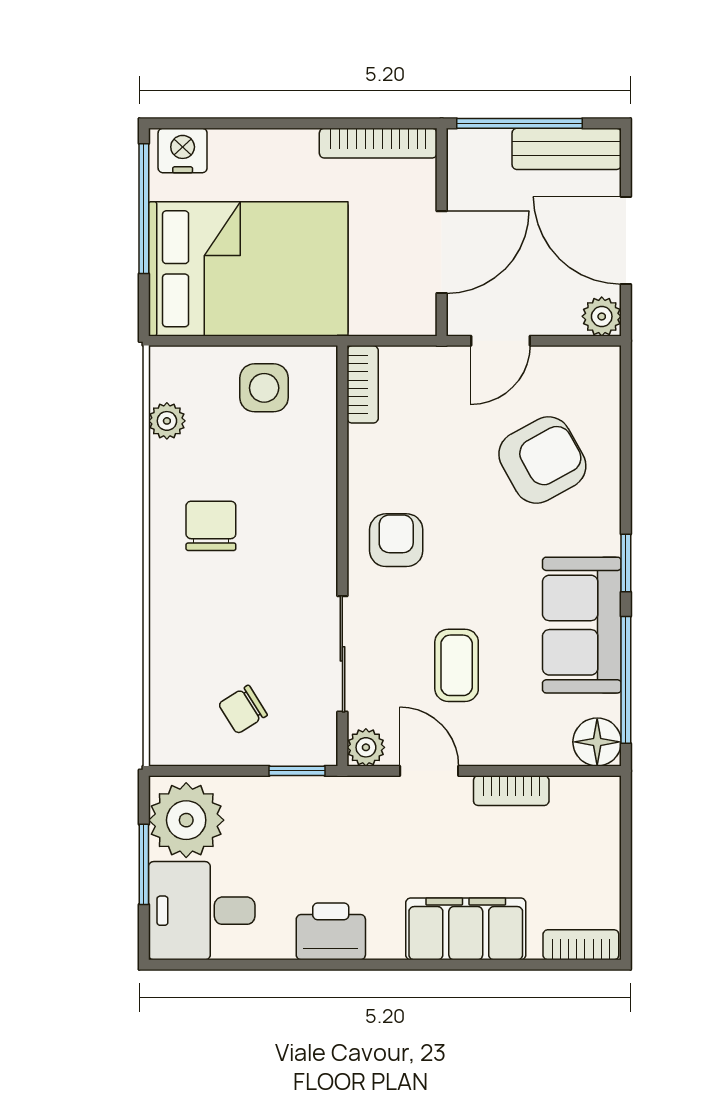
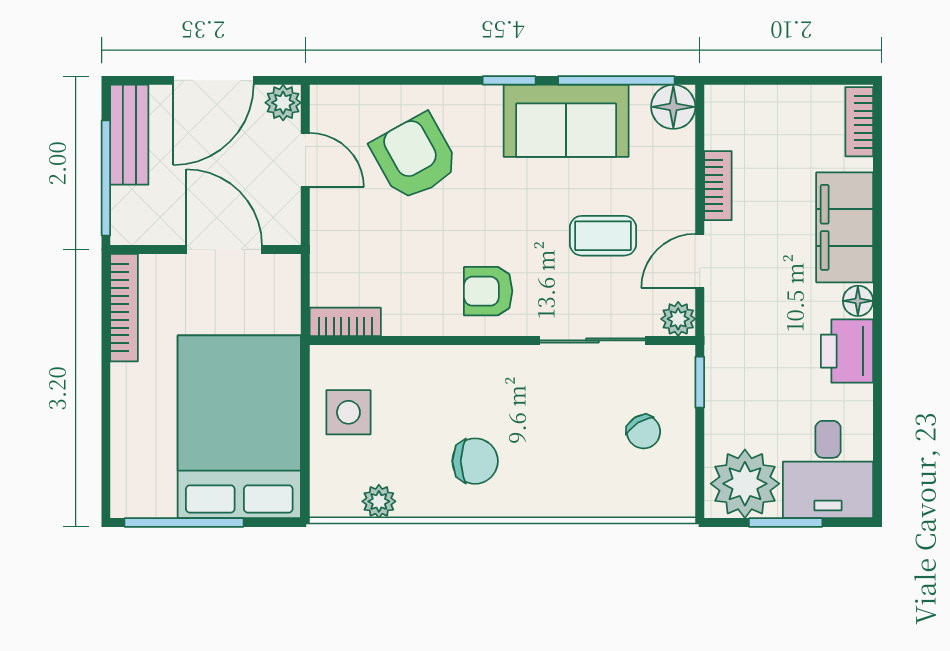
nightstand: (183, 151) -> (131, 487), removed
door: (501, 341) -> (305, 160), moved
chair: (211, 526) -> (475, 461), turned 180
floor lamp: (386, 943) -> (858, 301), added

